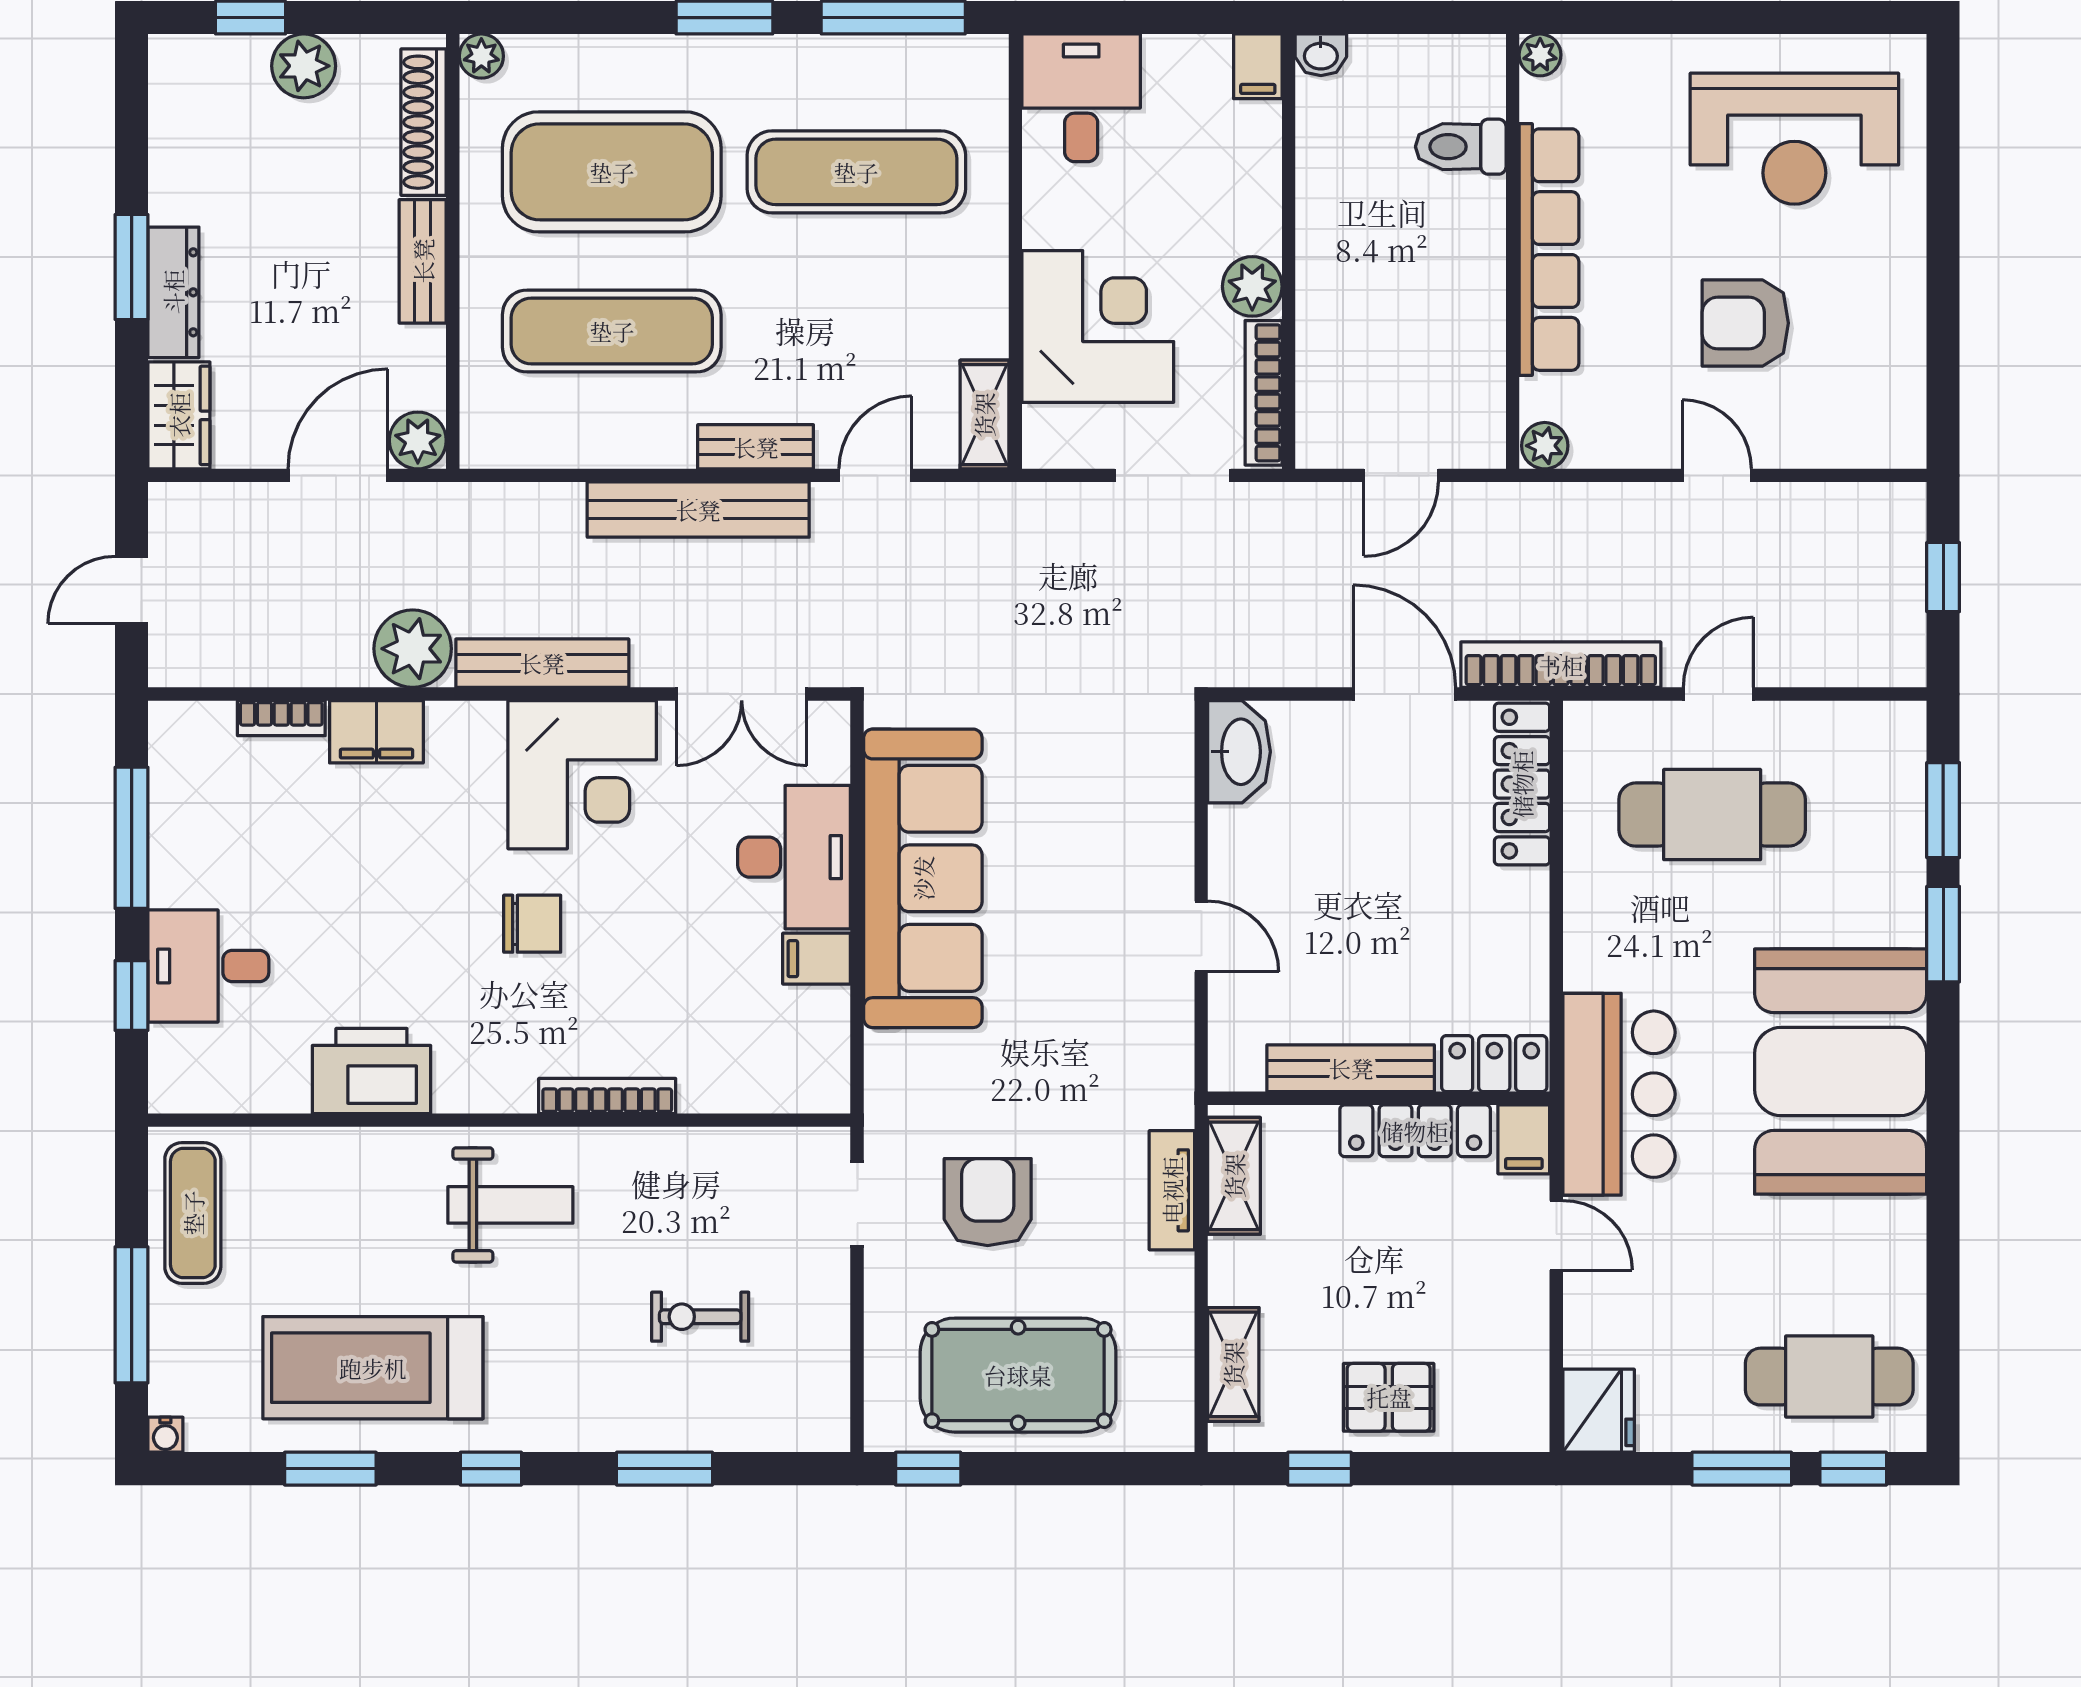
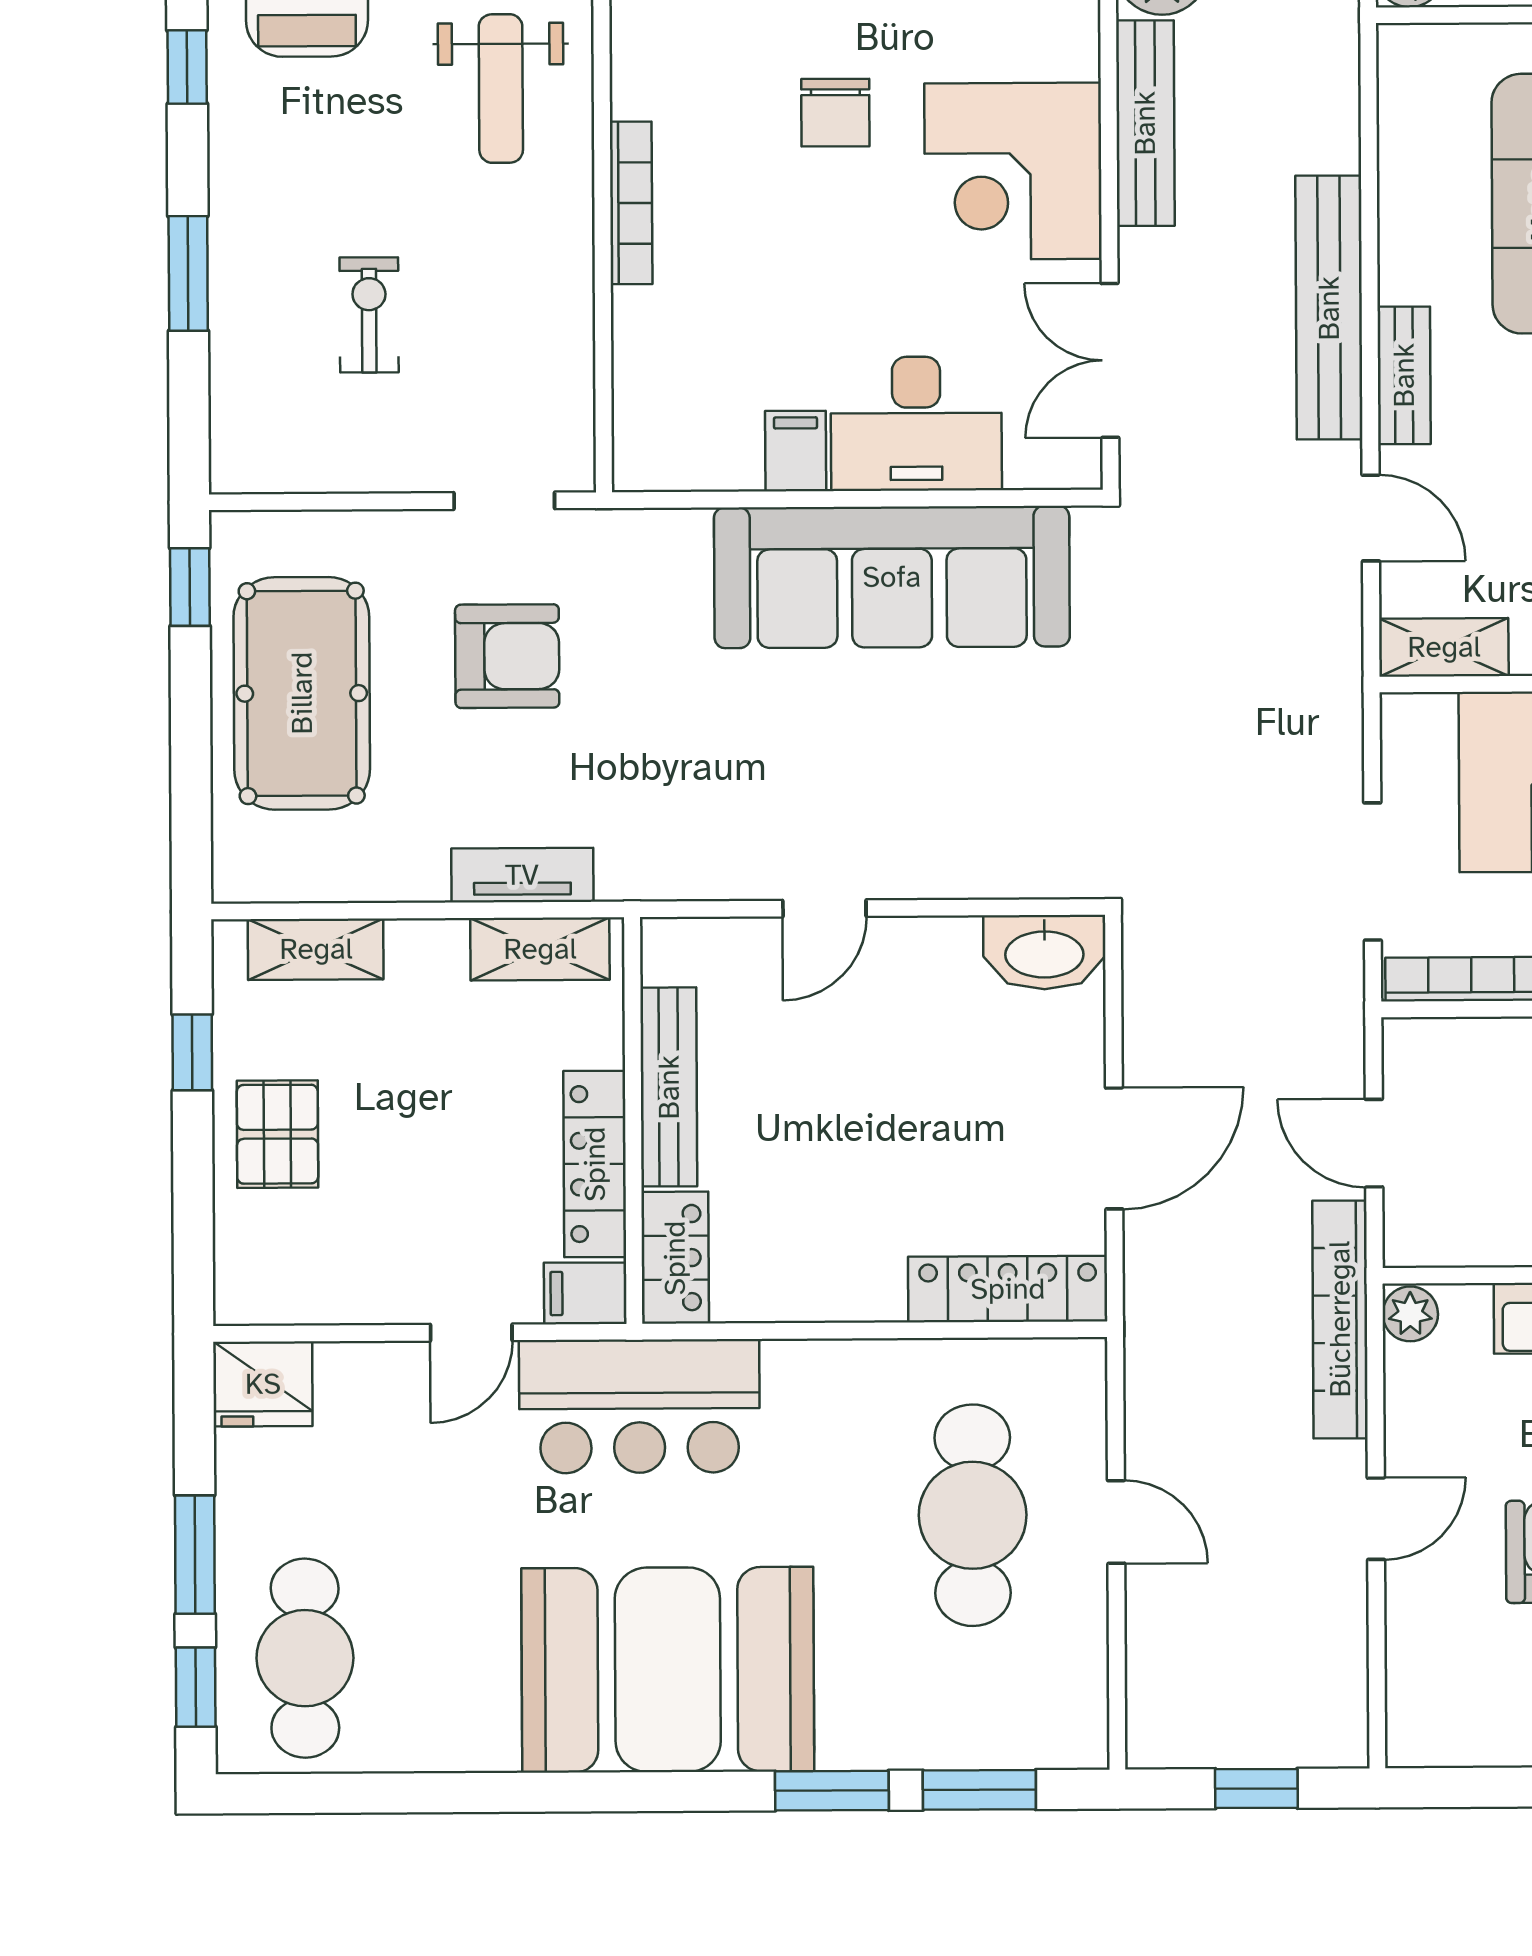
bookcase: (1561, 665) -> (1340, 1319), moved, turned 180

